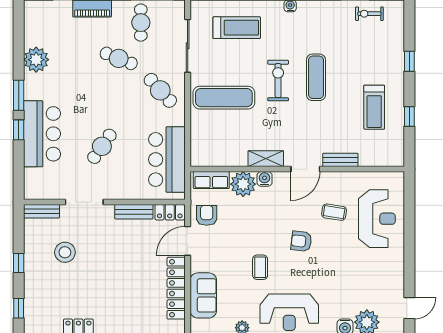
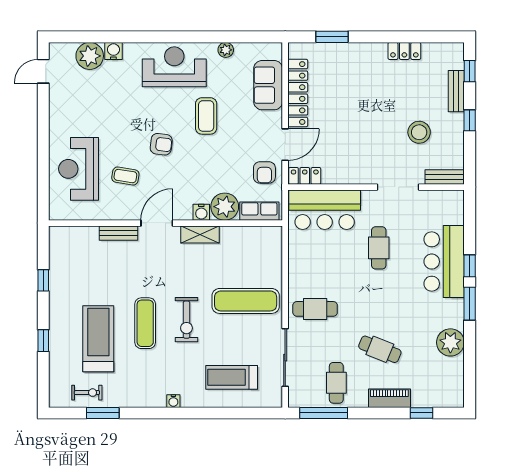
cafe table: (119, 58) -> (380, 349), moved
cafe table: (160, 90) -> (315, 309), turned -48
treadmill: (374, 107) -> (98, 339), moved, width x1.37, depth x1.38
cafe table: (102, 146) -> (379, 248), turned -35
bar counter: (167, 160) -> (325, 210), moved, turned 90
bench: (134, 212) -> (456, 91), moved, turned 90
coffee table: (260, 267) -> (206, 116), width x1.36, depth x1.30

